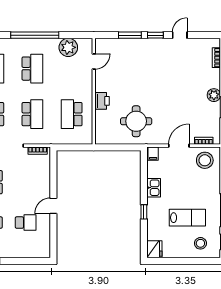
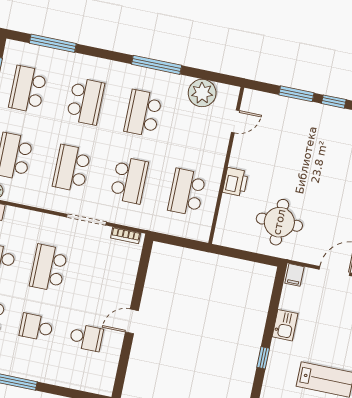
window: (35, 35) -> (157, 65), width x0.68
school desk: (32, 69) -> (143, 113), turned 180

